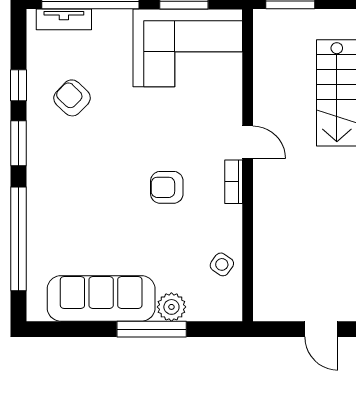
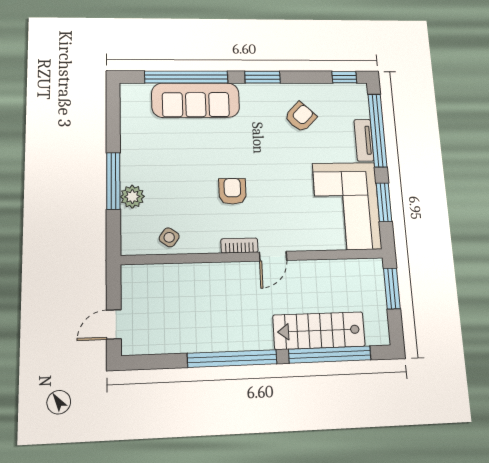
tv unit: (64, 19) -> (364, 140), moved
window: (18, 85) -> (344, 77), moved
sofa: (101, 298) -> (196, 100), moved, turned 90

